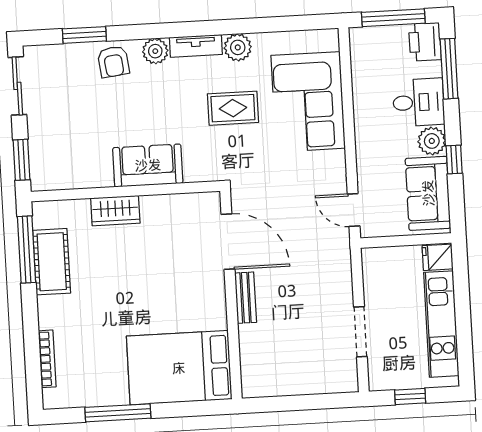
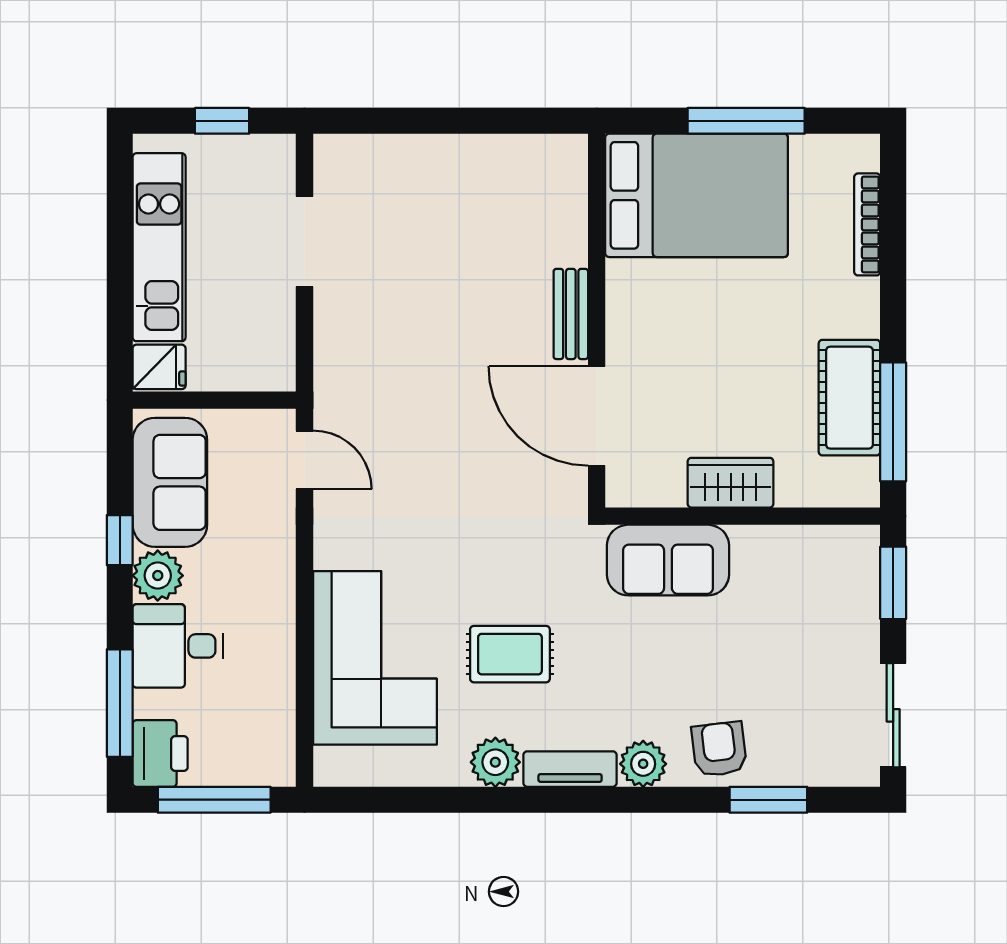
door: (228, 242) -> (597, 416), moved
wall: (231, 295) -> (597, 321), moved
bench: (246, 298) -> (571, 314), moved
bed: (179, 368) -> (697, 195), moved

